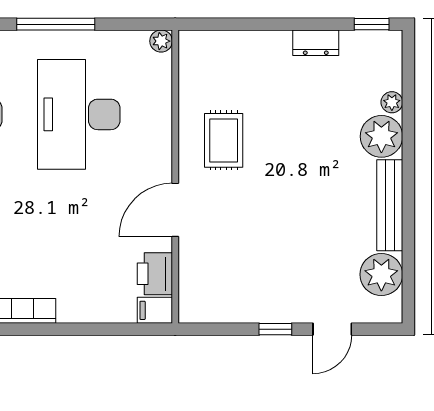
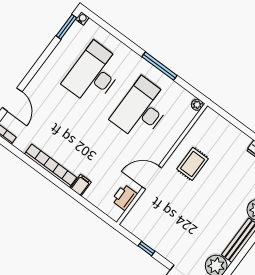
filing cabinet: (155, 310) -> (81, 185), moved, turned 90
window: (275, 329) -> (146, 249), moved

